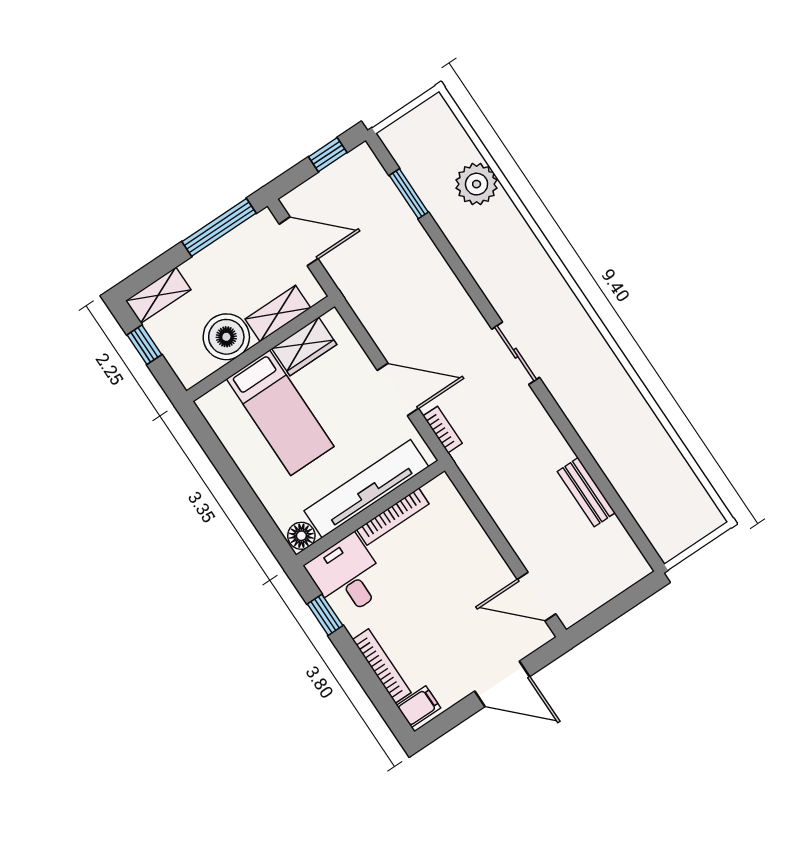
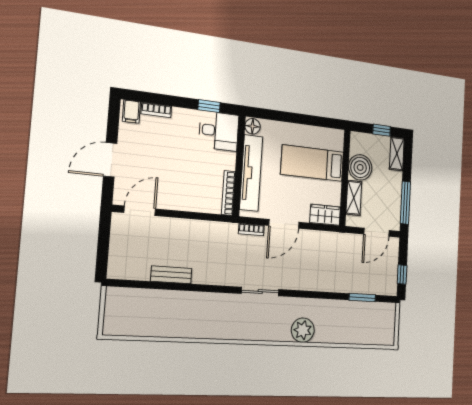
plant: (477, 184) -> (303, 330), moved
wardrobe: (304, 346) -> (325, 215), moved, turned 90
bookcase: (393, 517) -> (228, 193), moved
bookcase: (382, 666) -> (156, 110), width x0.64

